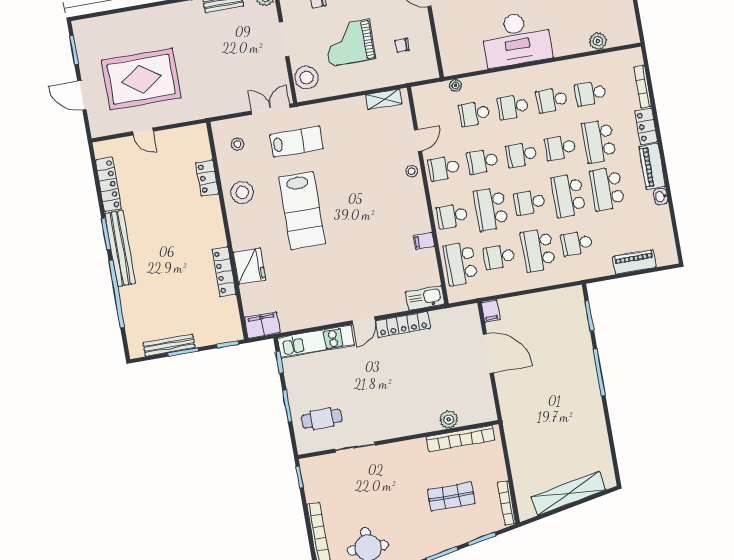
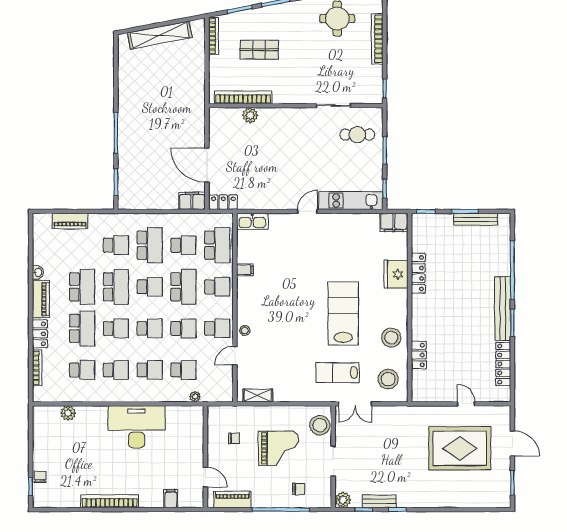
stool: (237, 144) -> (388, 379), width x1.89, depth x1.89
filing cabinet: (491, 311) -> (192, 201), width x2.00
locker: (403, 325) -> (223, 202), moved, width x0.66

